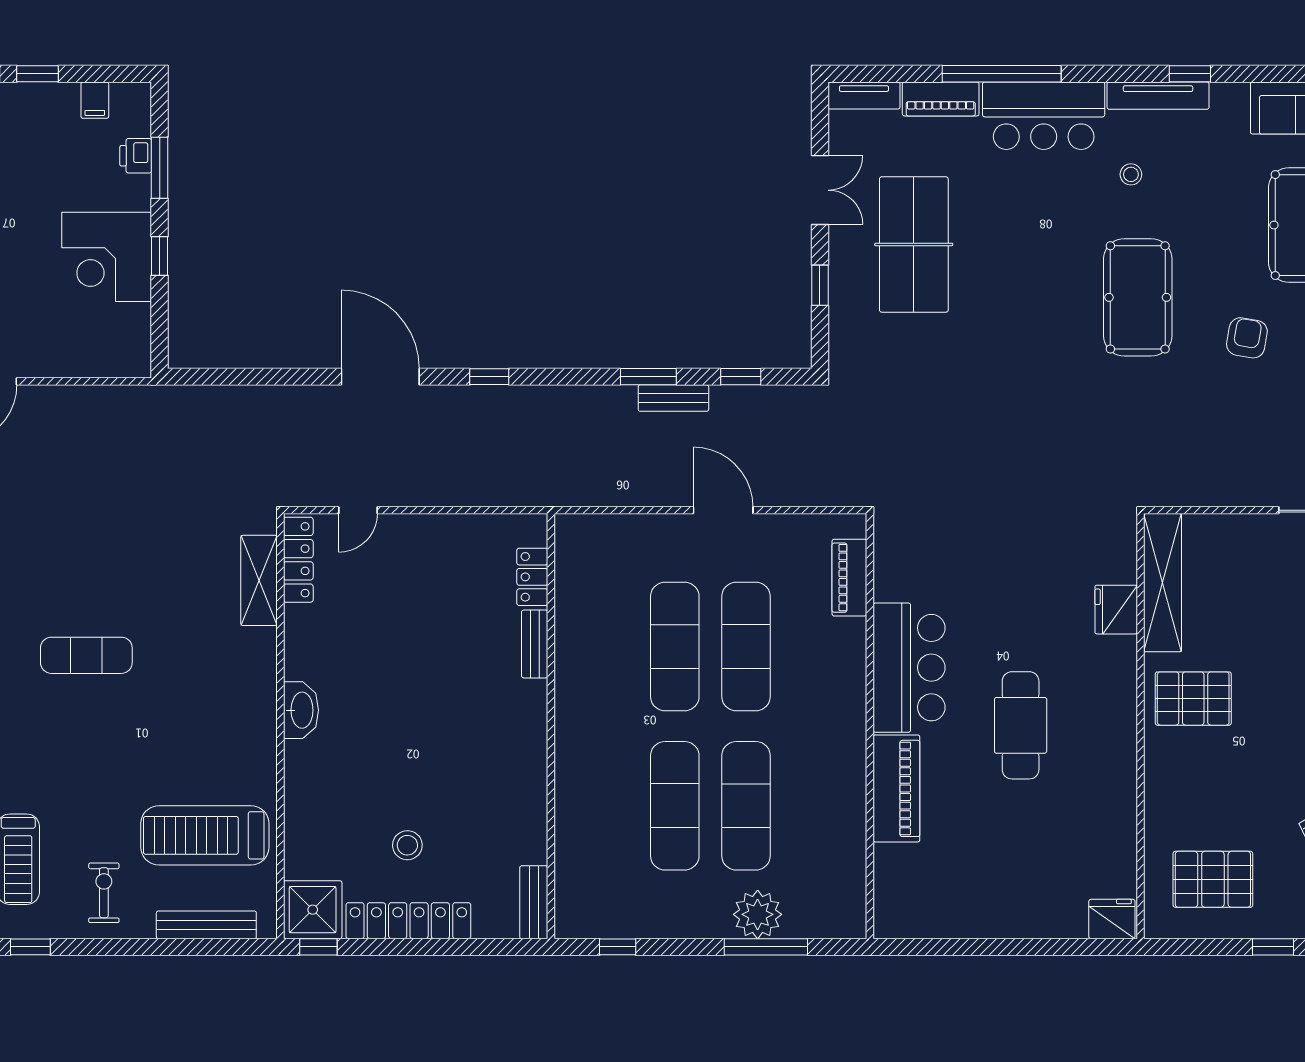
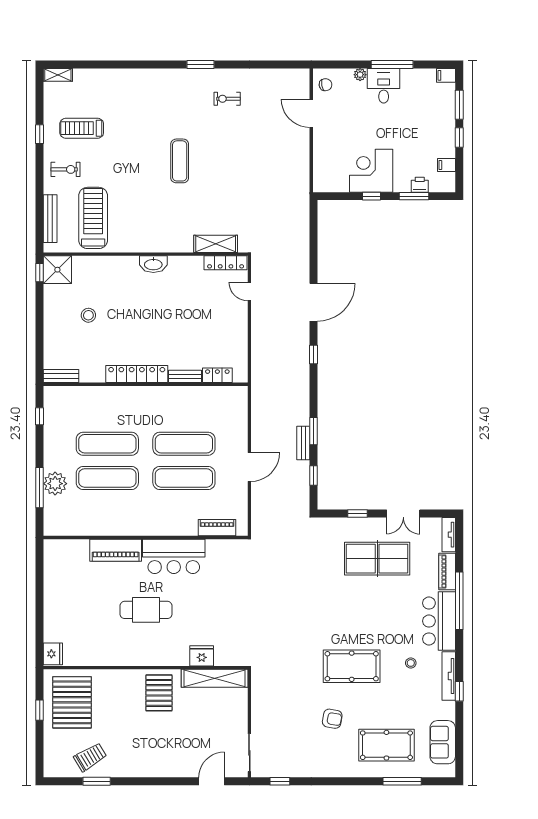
pallet: (1213, 879) -> (72, 702), width x1.37, depth x1.41
locker: (408, 921) -> (137, 374), moved, turned -90
window: (1273, 947) -> (40, 710), moved

